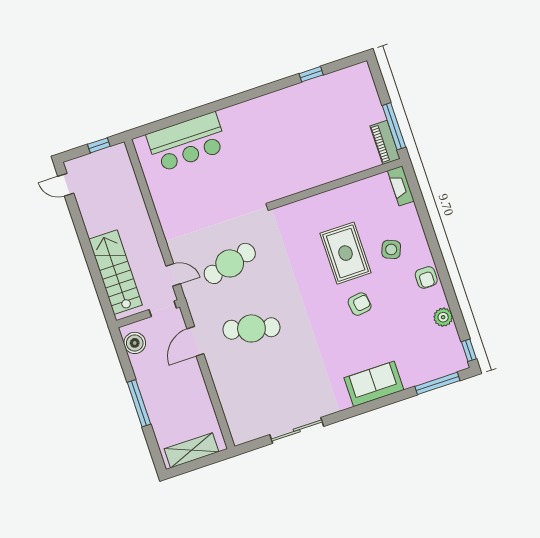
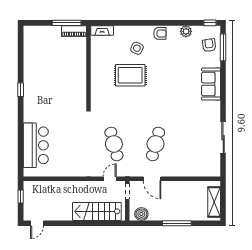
window: (311, 74) -> (21, 90), moved
armchair: (360, 304) -> (209, 45), moved

